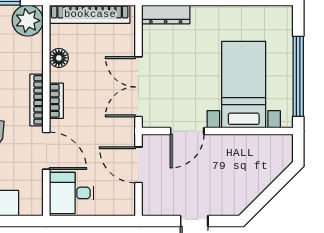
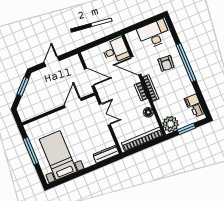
window: (298, 76) -> (31, 151), width x0.68
bed with nightstands: (244, 85) -> (58, 155), moved, turned 180
double door: (138, 87) -> (105, 114), width x0.73
window: (264, 198) -> (23, 86), added

